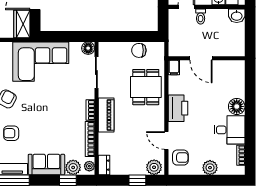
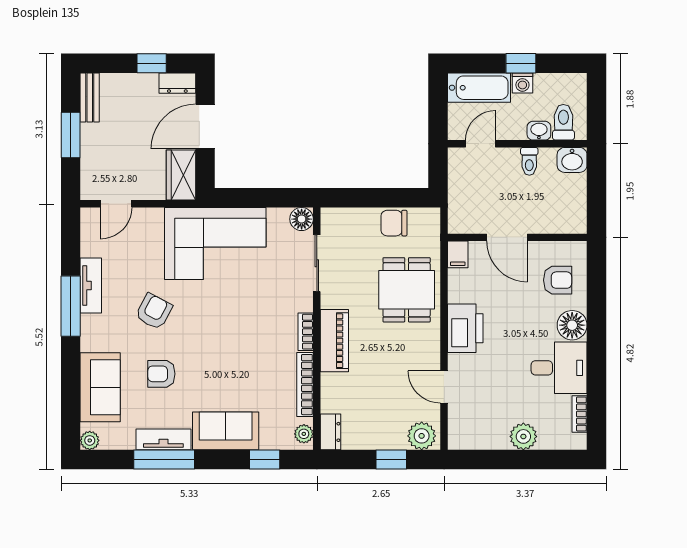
toilet: (201, 16) -> (529, 161), moved
armchair: (180, 158) -> (558, 280), moved
plant: (73, 167) -> (274, 436), removed

